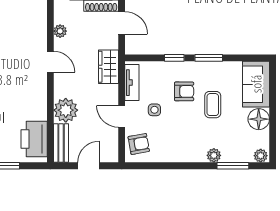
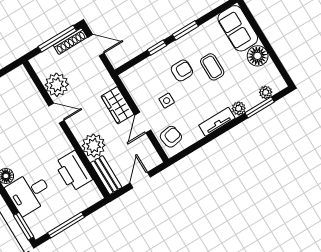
plant: (60, 31) -> (57, 85), width x1.88, depth x1.88
wardrobe: (109, 67) -> (117, 105), moved
tv unit: (132, 83) -> (217, 122), moved, turned -90
door: (122, 116) -> (143, 123), hinge flipped
printer: (34, 139) -> (73, 171), moved
plant: (261, 156) -> (266, 92), moved

